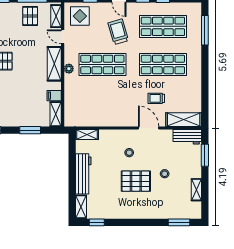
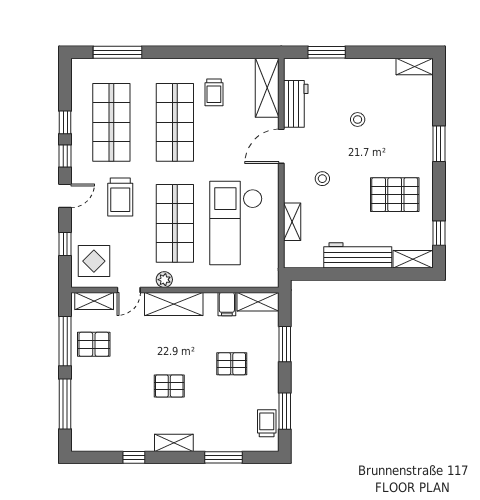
trolley: (118, 32) -> (120, 197), turned -74
plant: (69, 69) -> (164, 280), moved
pallet: (18, 98) -> (232, 364), added
trolley: (156, 98) -> (214, 92), moved
checkout: (103, 101) -> (236, 223), added
shelving: (87, 135) -> (292, 222), moved
workbench: (187, 137) -> (296, 104), moved
pallet: (136, 181) -> (395, 195), moved, turned 90
shelving: (196, 190) -> (415, 66), moved
window: (179, 222) -> (439, 144), moved

